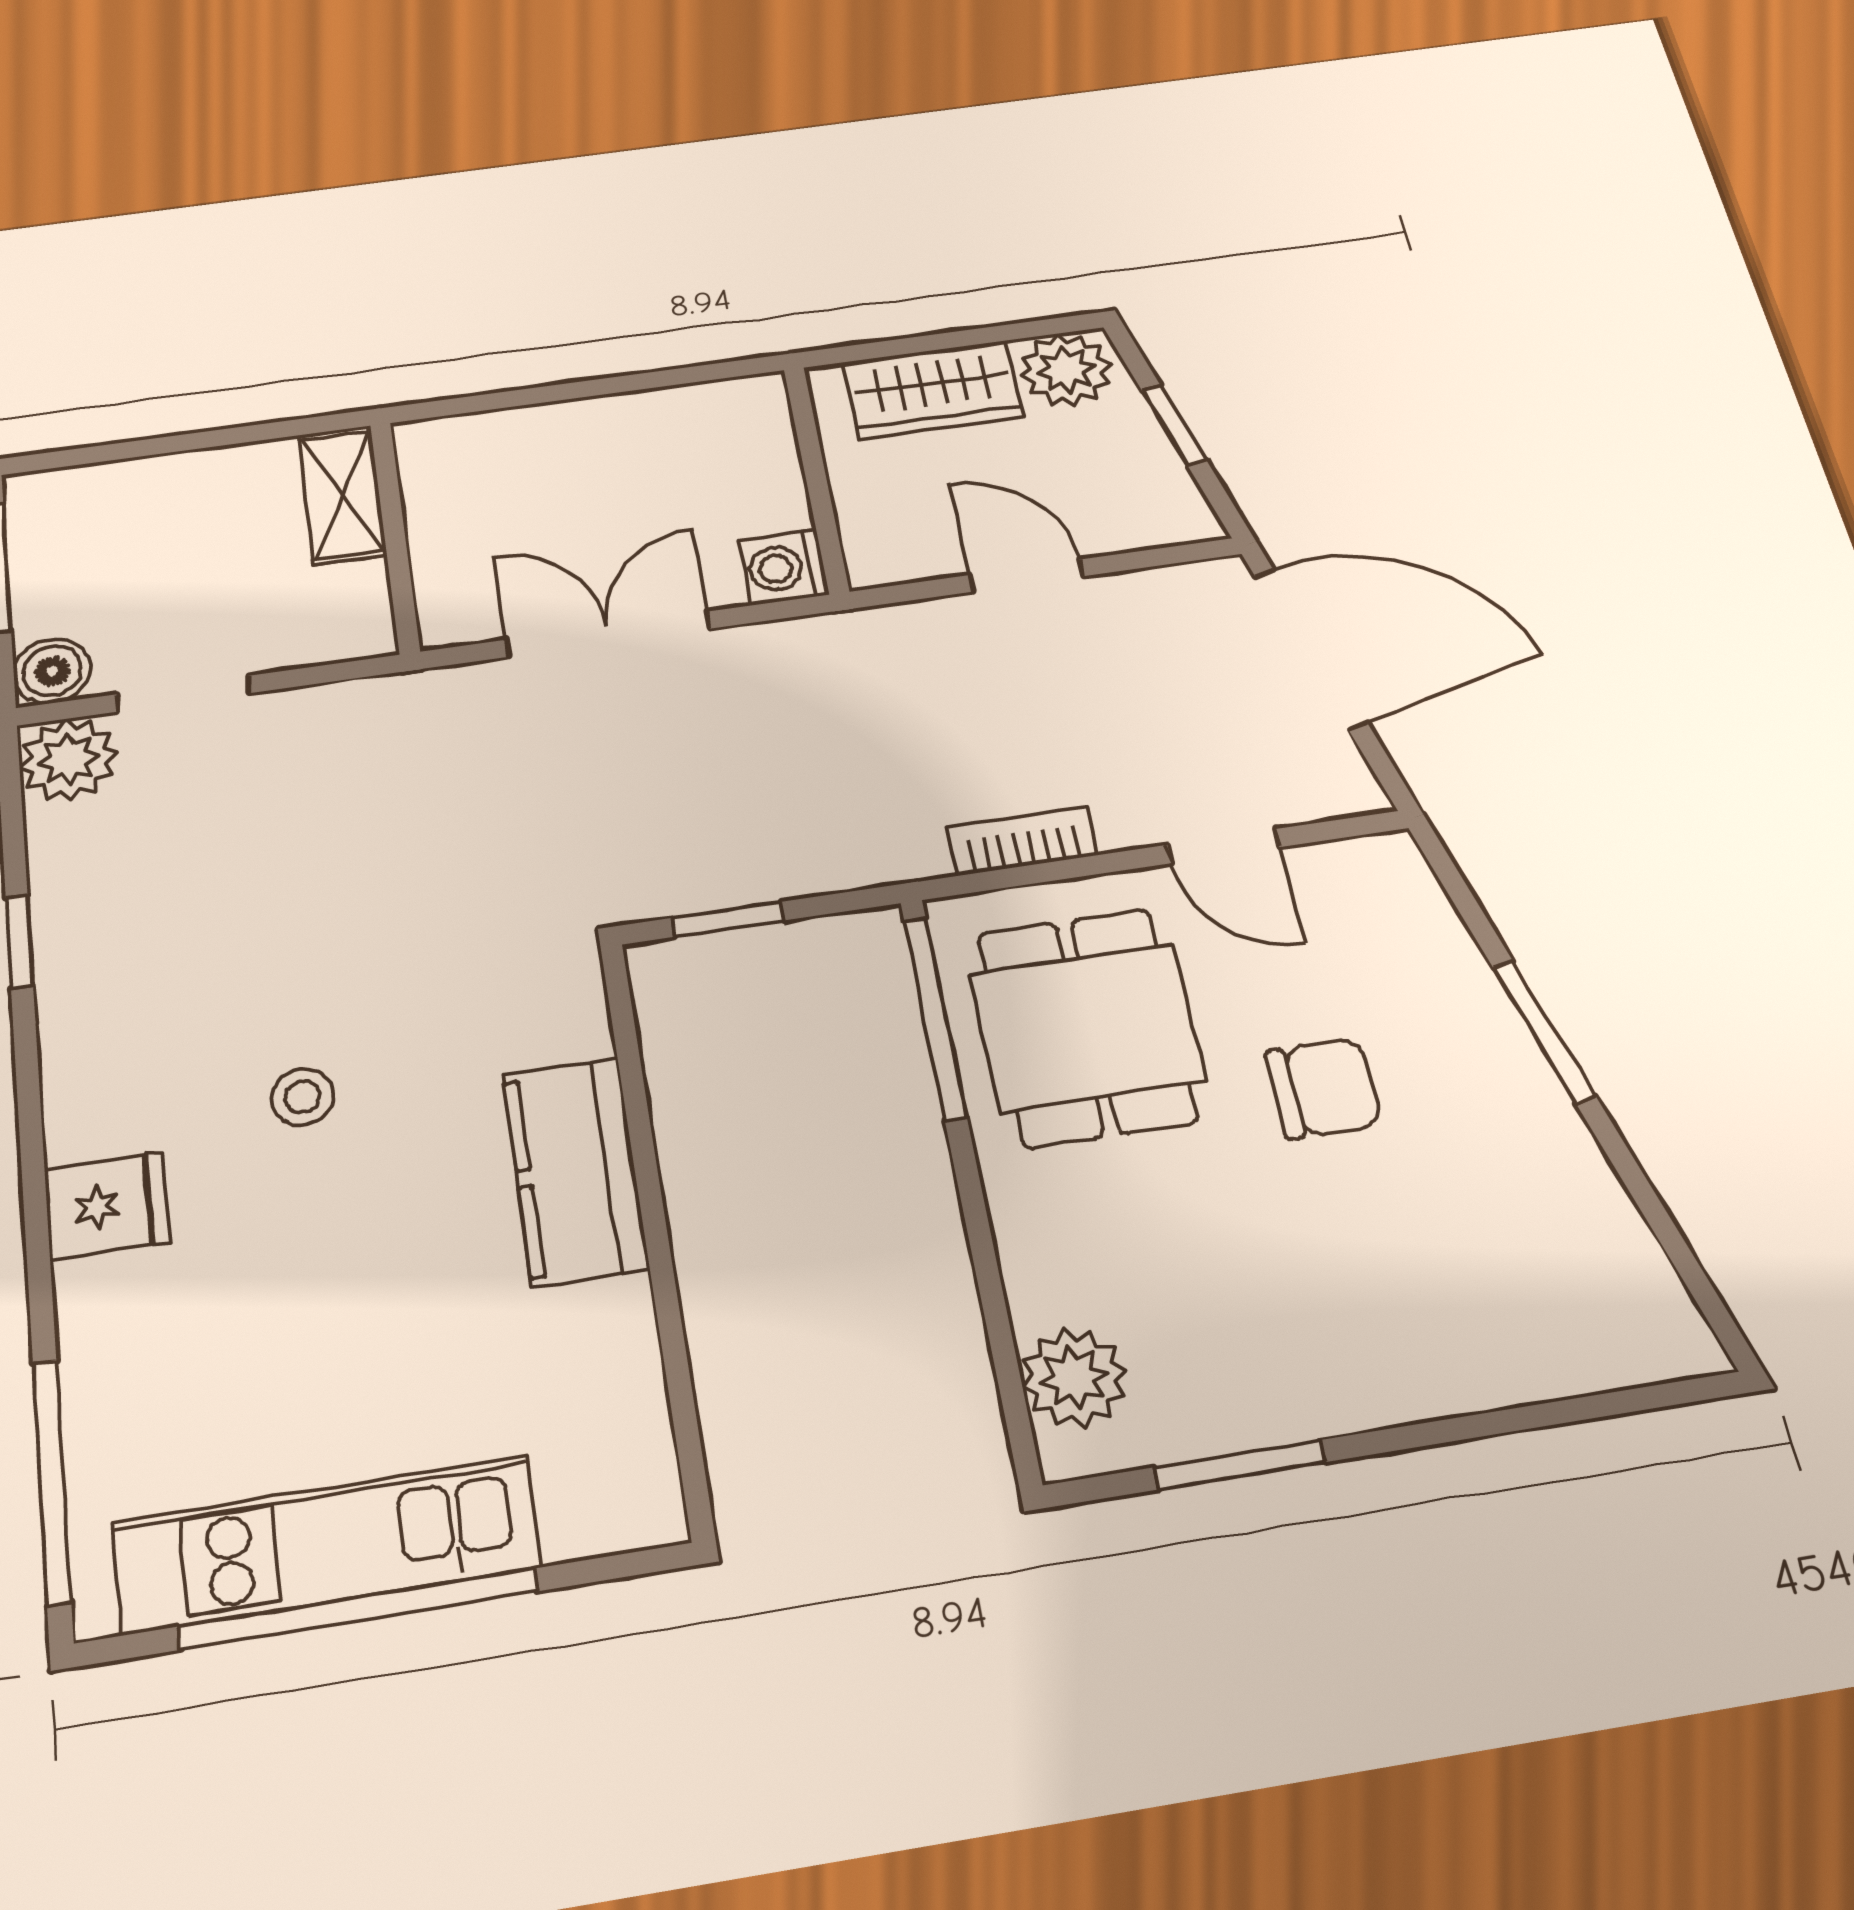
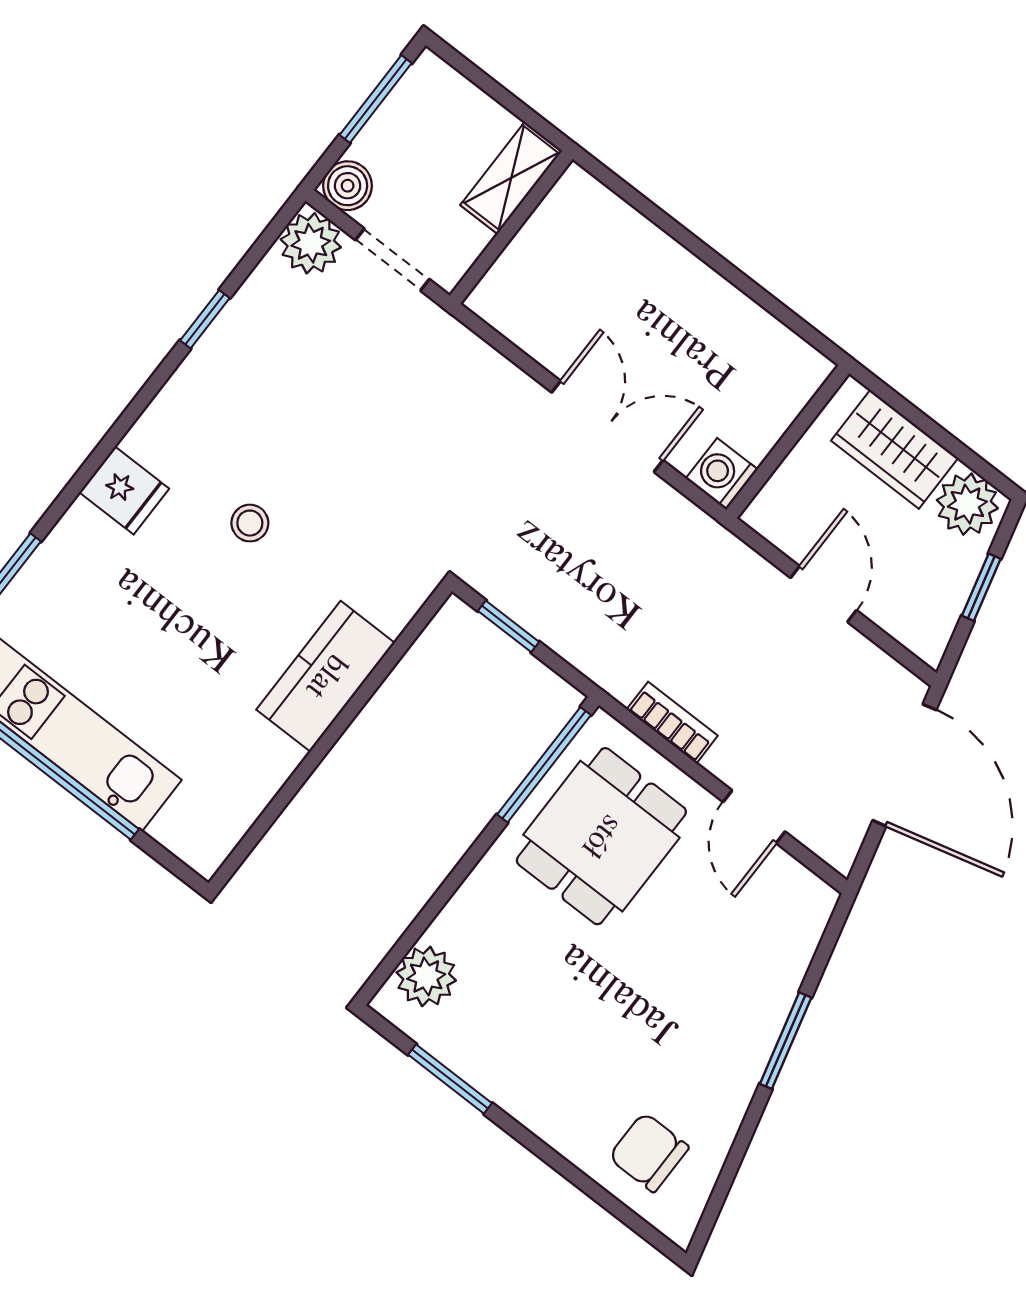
shelving: (343, 495) -> (511, 178), moved
wall: (395, 537) -> (511, 227), moved
chair: (1323, 1088) -> (649, 1152), moved, turned 180

